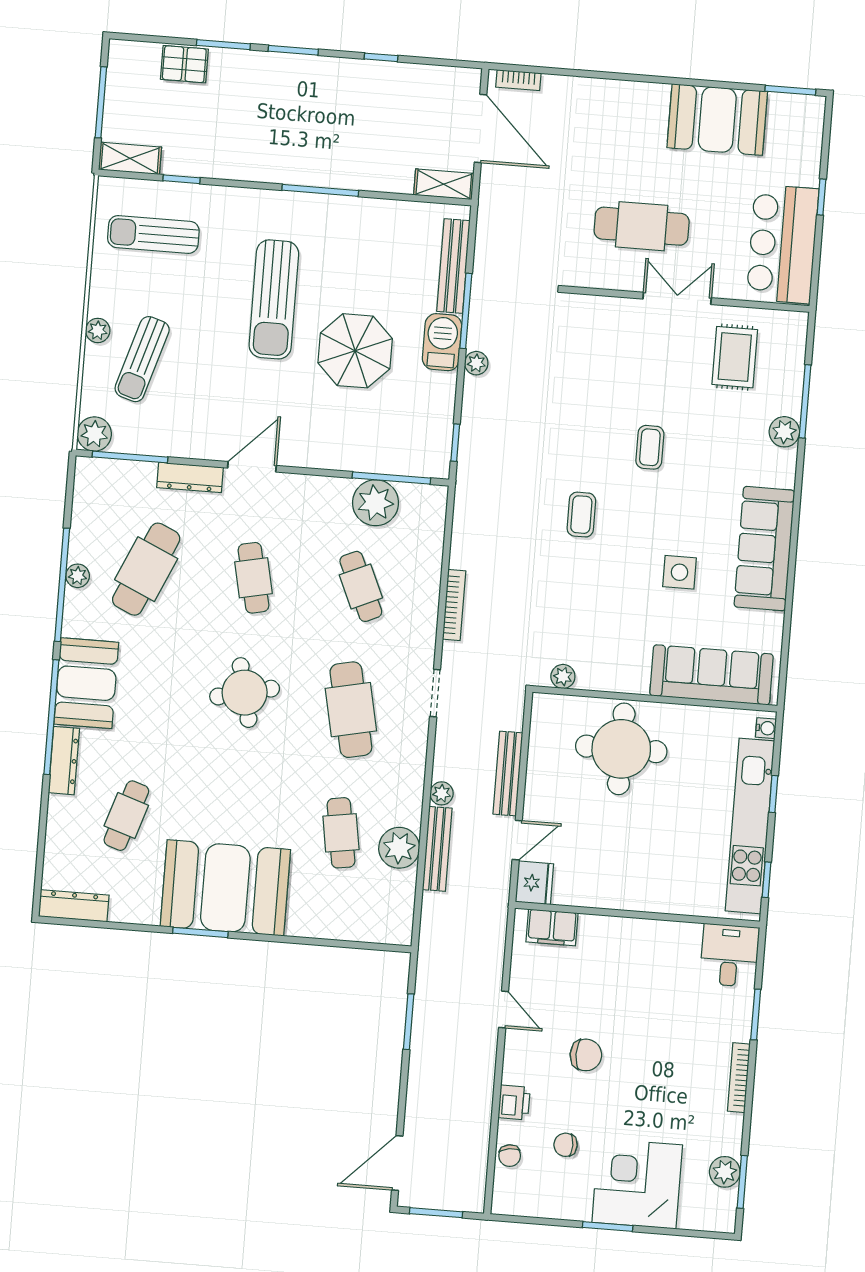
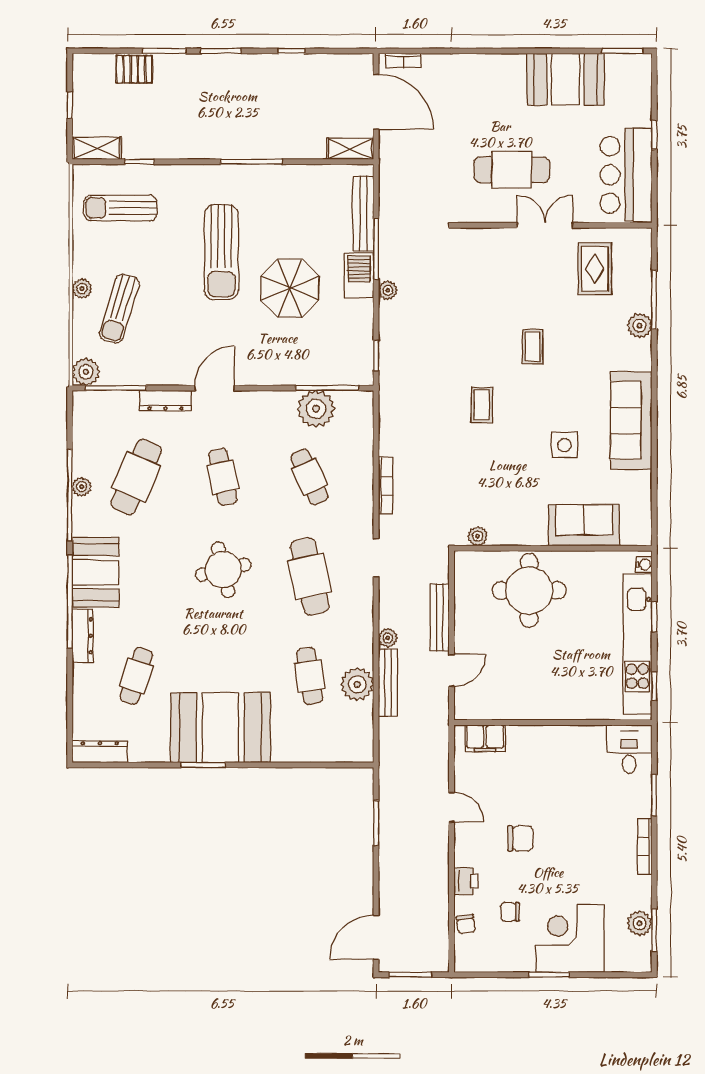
window: (101, 102) -> (70, 105), width x0.46
sofa: (712, 675) -> (584, 525), width x0.73
fridge: (534, 883) -> (468, 704), removed

